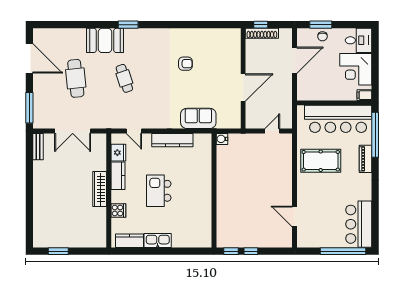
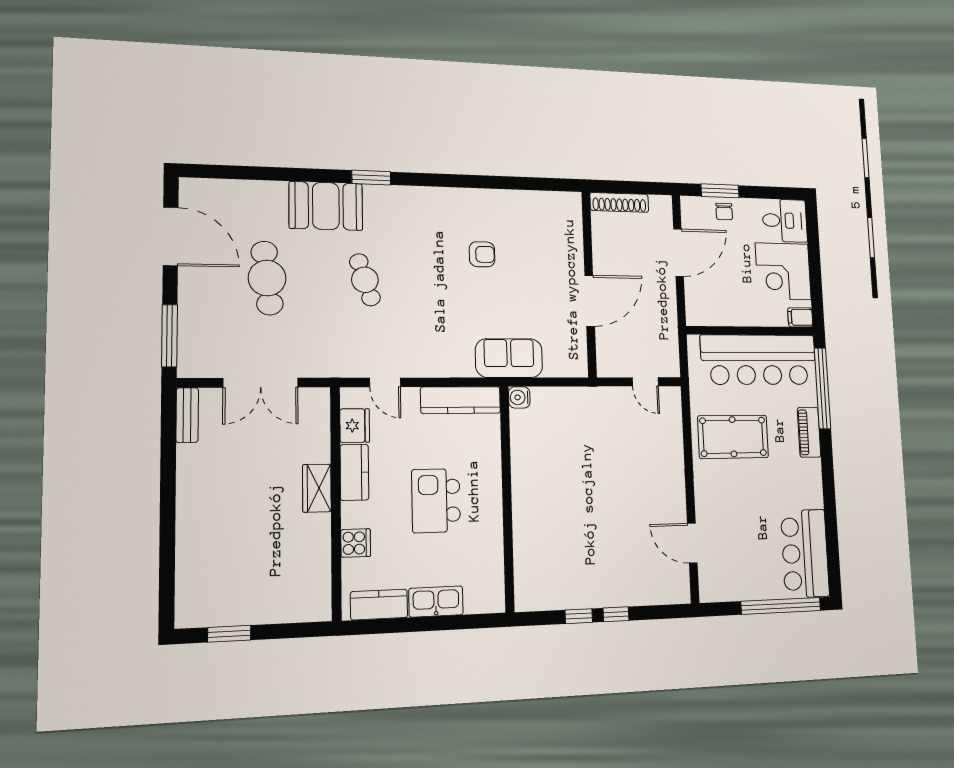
window: (261, 25) -> (617, 187), removed
door: (272, 131) -> (645, 382), swing flipped
water cooler: (222, 139) -> (519, 397), moved
wardrobe: (100, 189) -> (317, 488), width x0.67
wall: (214, 190) -> (507, 498), moved

